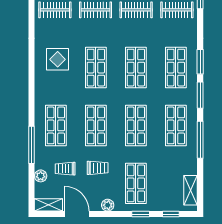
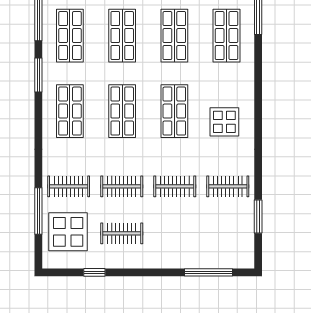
window: (200, 62) -> (38, 119), removed

